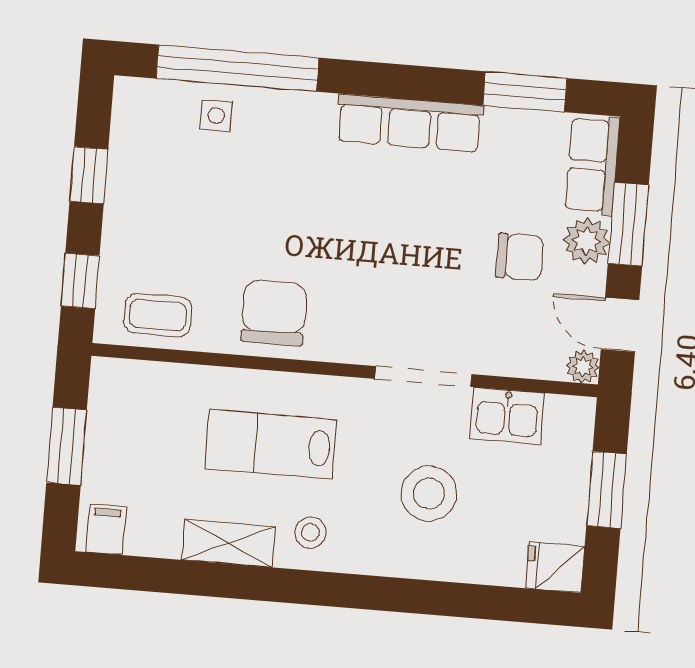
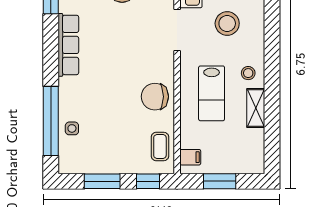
window: (89, 175) -> (102, 181), width x1.50
filing cabinet: (106, 529) -> (190, 157), moved, turned 180

